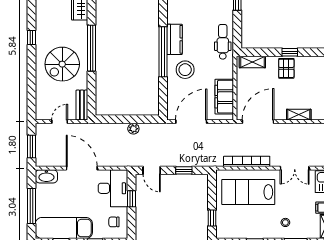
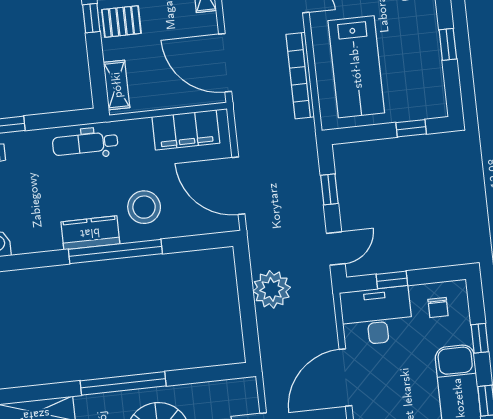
bench: (82, 105) -> (230, 390), removed
plant: (133, 129) -> (272, 289), width x1.88, depth x1.88

